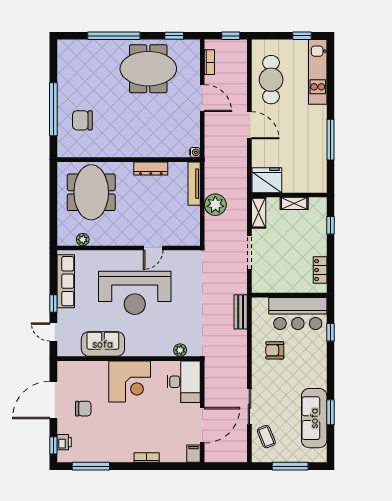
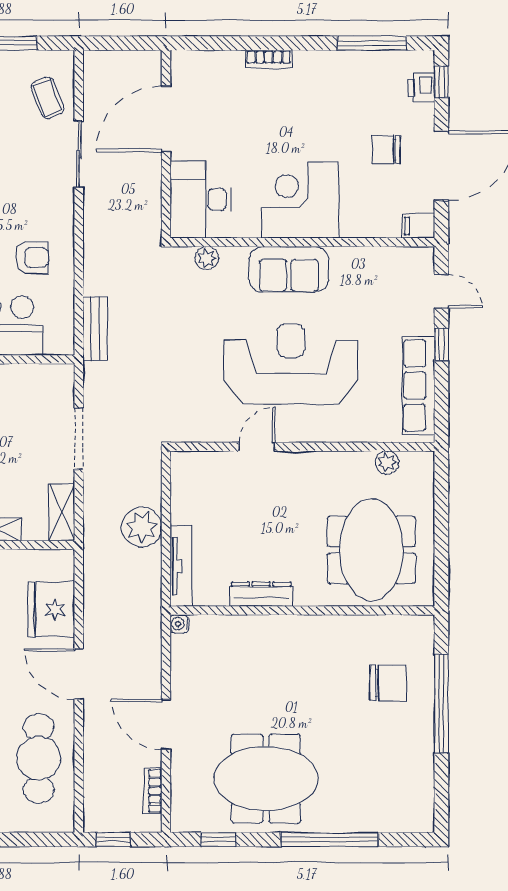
fridge: (267, 180) -> (51, 609), moved, turned 90
sofa: (103, 344) -> (289, 269), moved
filing cabinet: (193, 454) -> (418, 226), moved, turned 90

